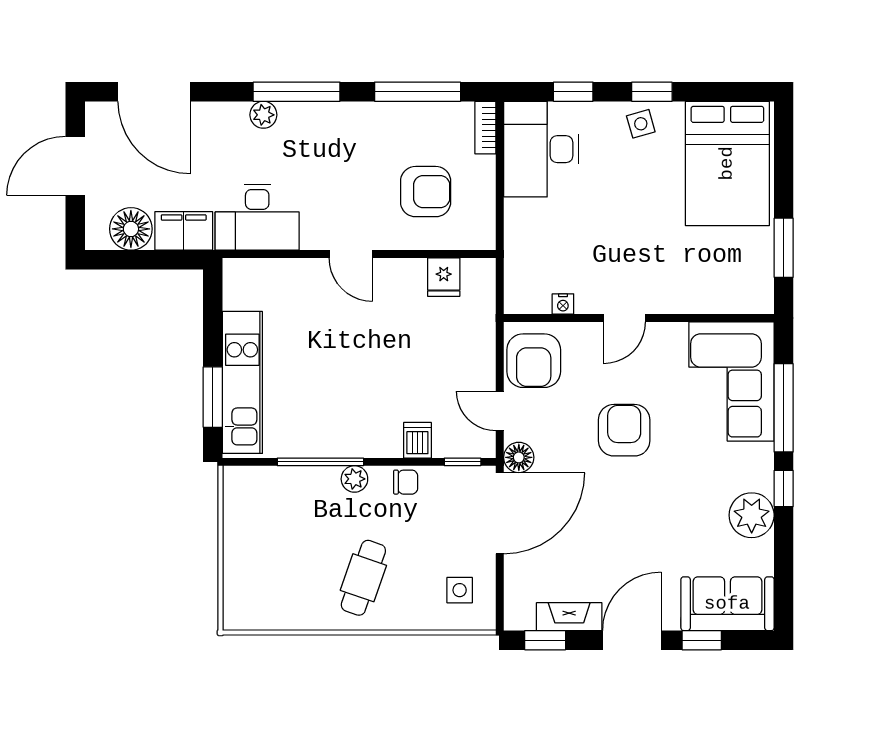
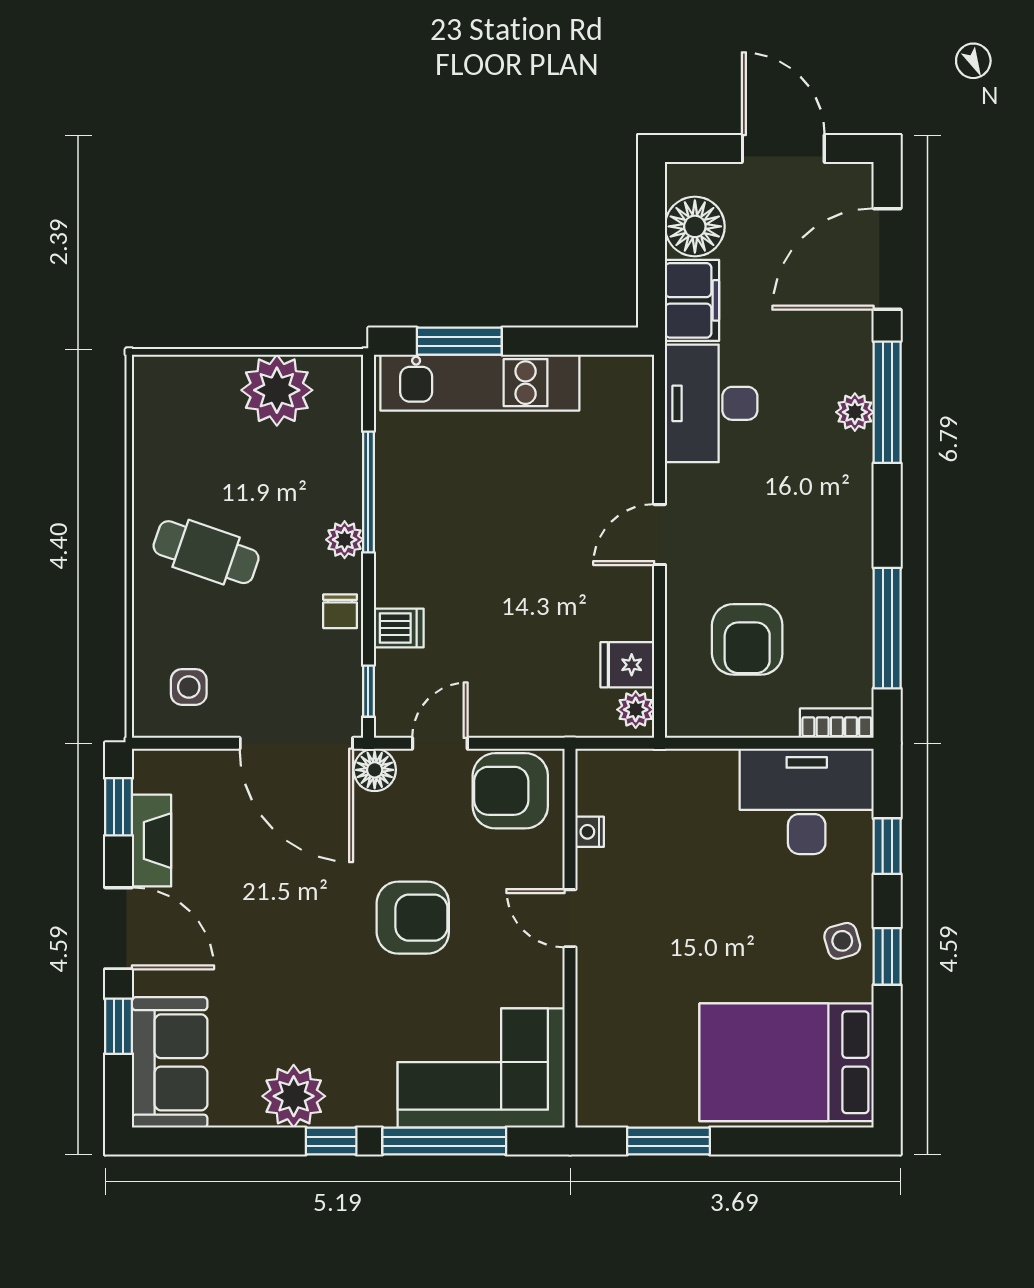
window: (297, 92) -> (887, 402), moved
plant: (476, 271) -> (636, 710), added
plant: (248, 527) -> (277, 390), added

